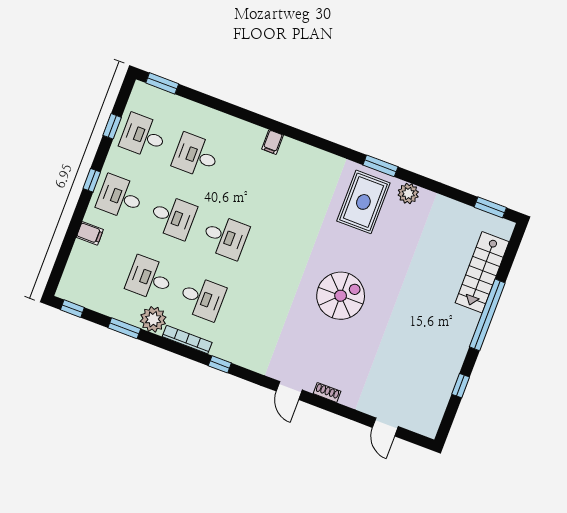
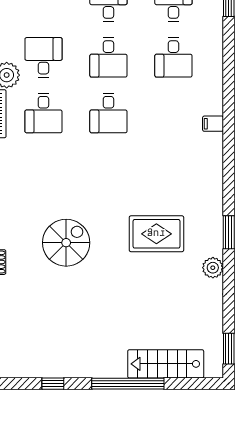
desk: (196, 156) -> (173, 57), turned 180
rug: (363, 202) -> (156, 234), moved
spiral stairs: (341, 296) -> (66, 243), moved, turned -90

